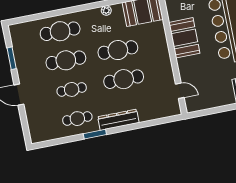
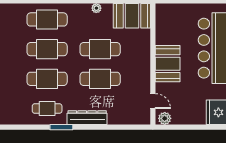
booth: (184, 38) -> (168, 64), moved
cafe table: (72, 89) -> (47, 79), width x1.37, depth x1.35
plant: (195, 105) -> (165, 118), added

